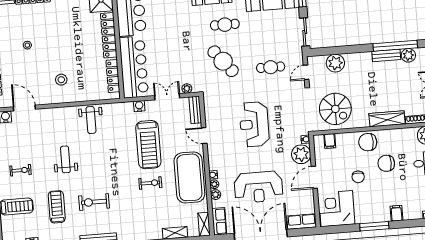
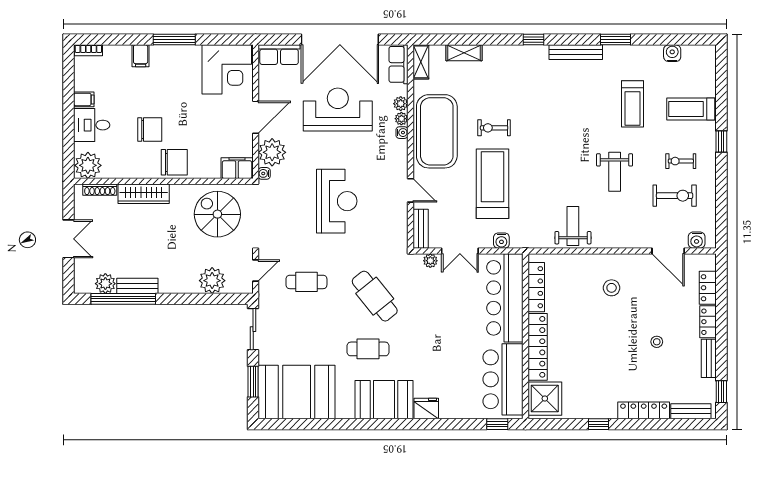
filing cabinet: (330, 141) -> (237, 168), width x2.00
chair: (358, 177) -> (192, 113), removed
exercise bike: (94, 202) -> (675, 196), moved

